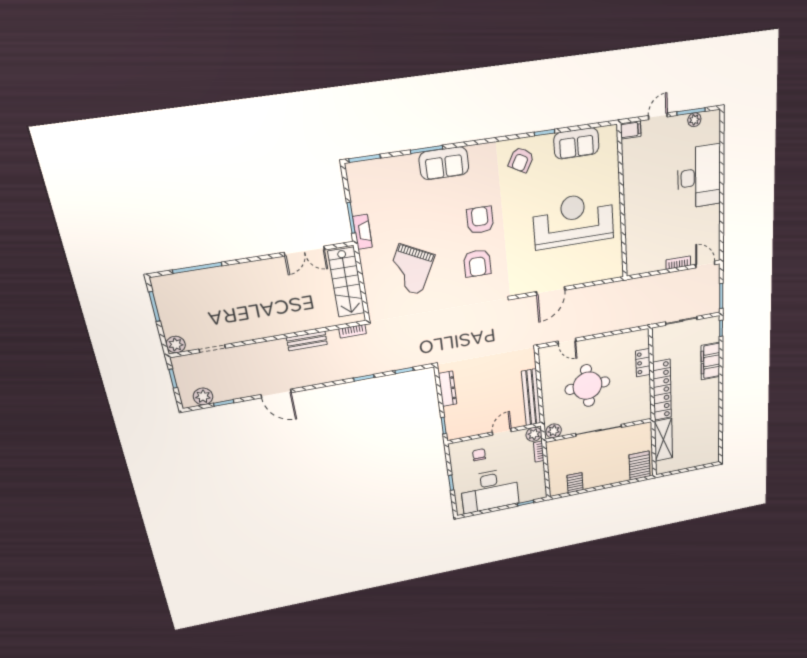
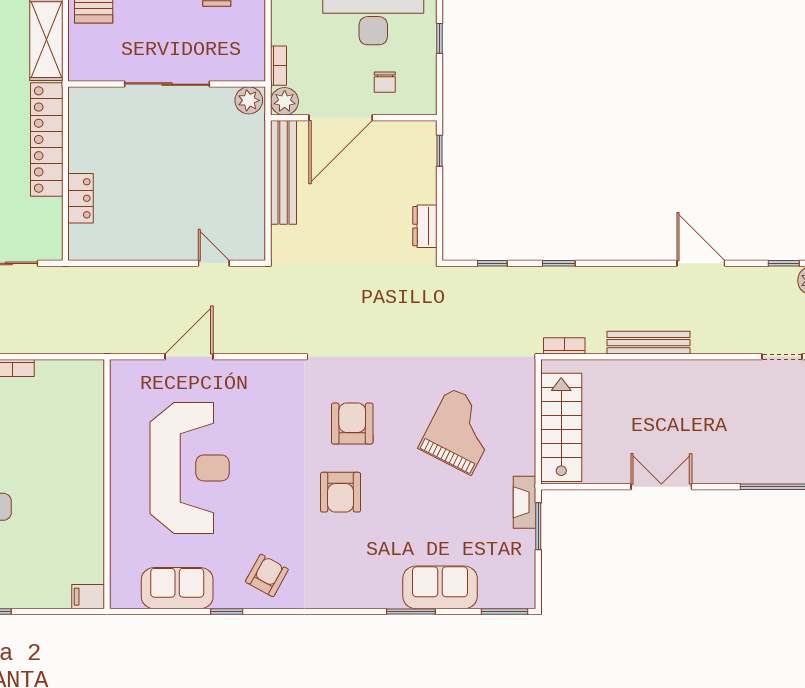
door: (658, 116) -> (43, 611), removed
sofa: (444, 163) -> (440, 587), moved
reception desk: (573, 220) -> (190, 468), turned -90
double door: (304, 251) -> (661, 487), moved
door: (551, 291) -> (189, 357), moved
bench: (307, 341) -> (649, 343), width x1.36
round table: (587, 386) -> (183, 175), removed
dresser: (448, 389) -> (425, 226), width x0.70
door: (502, 432) -> (341, 118), width x1.88

